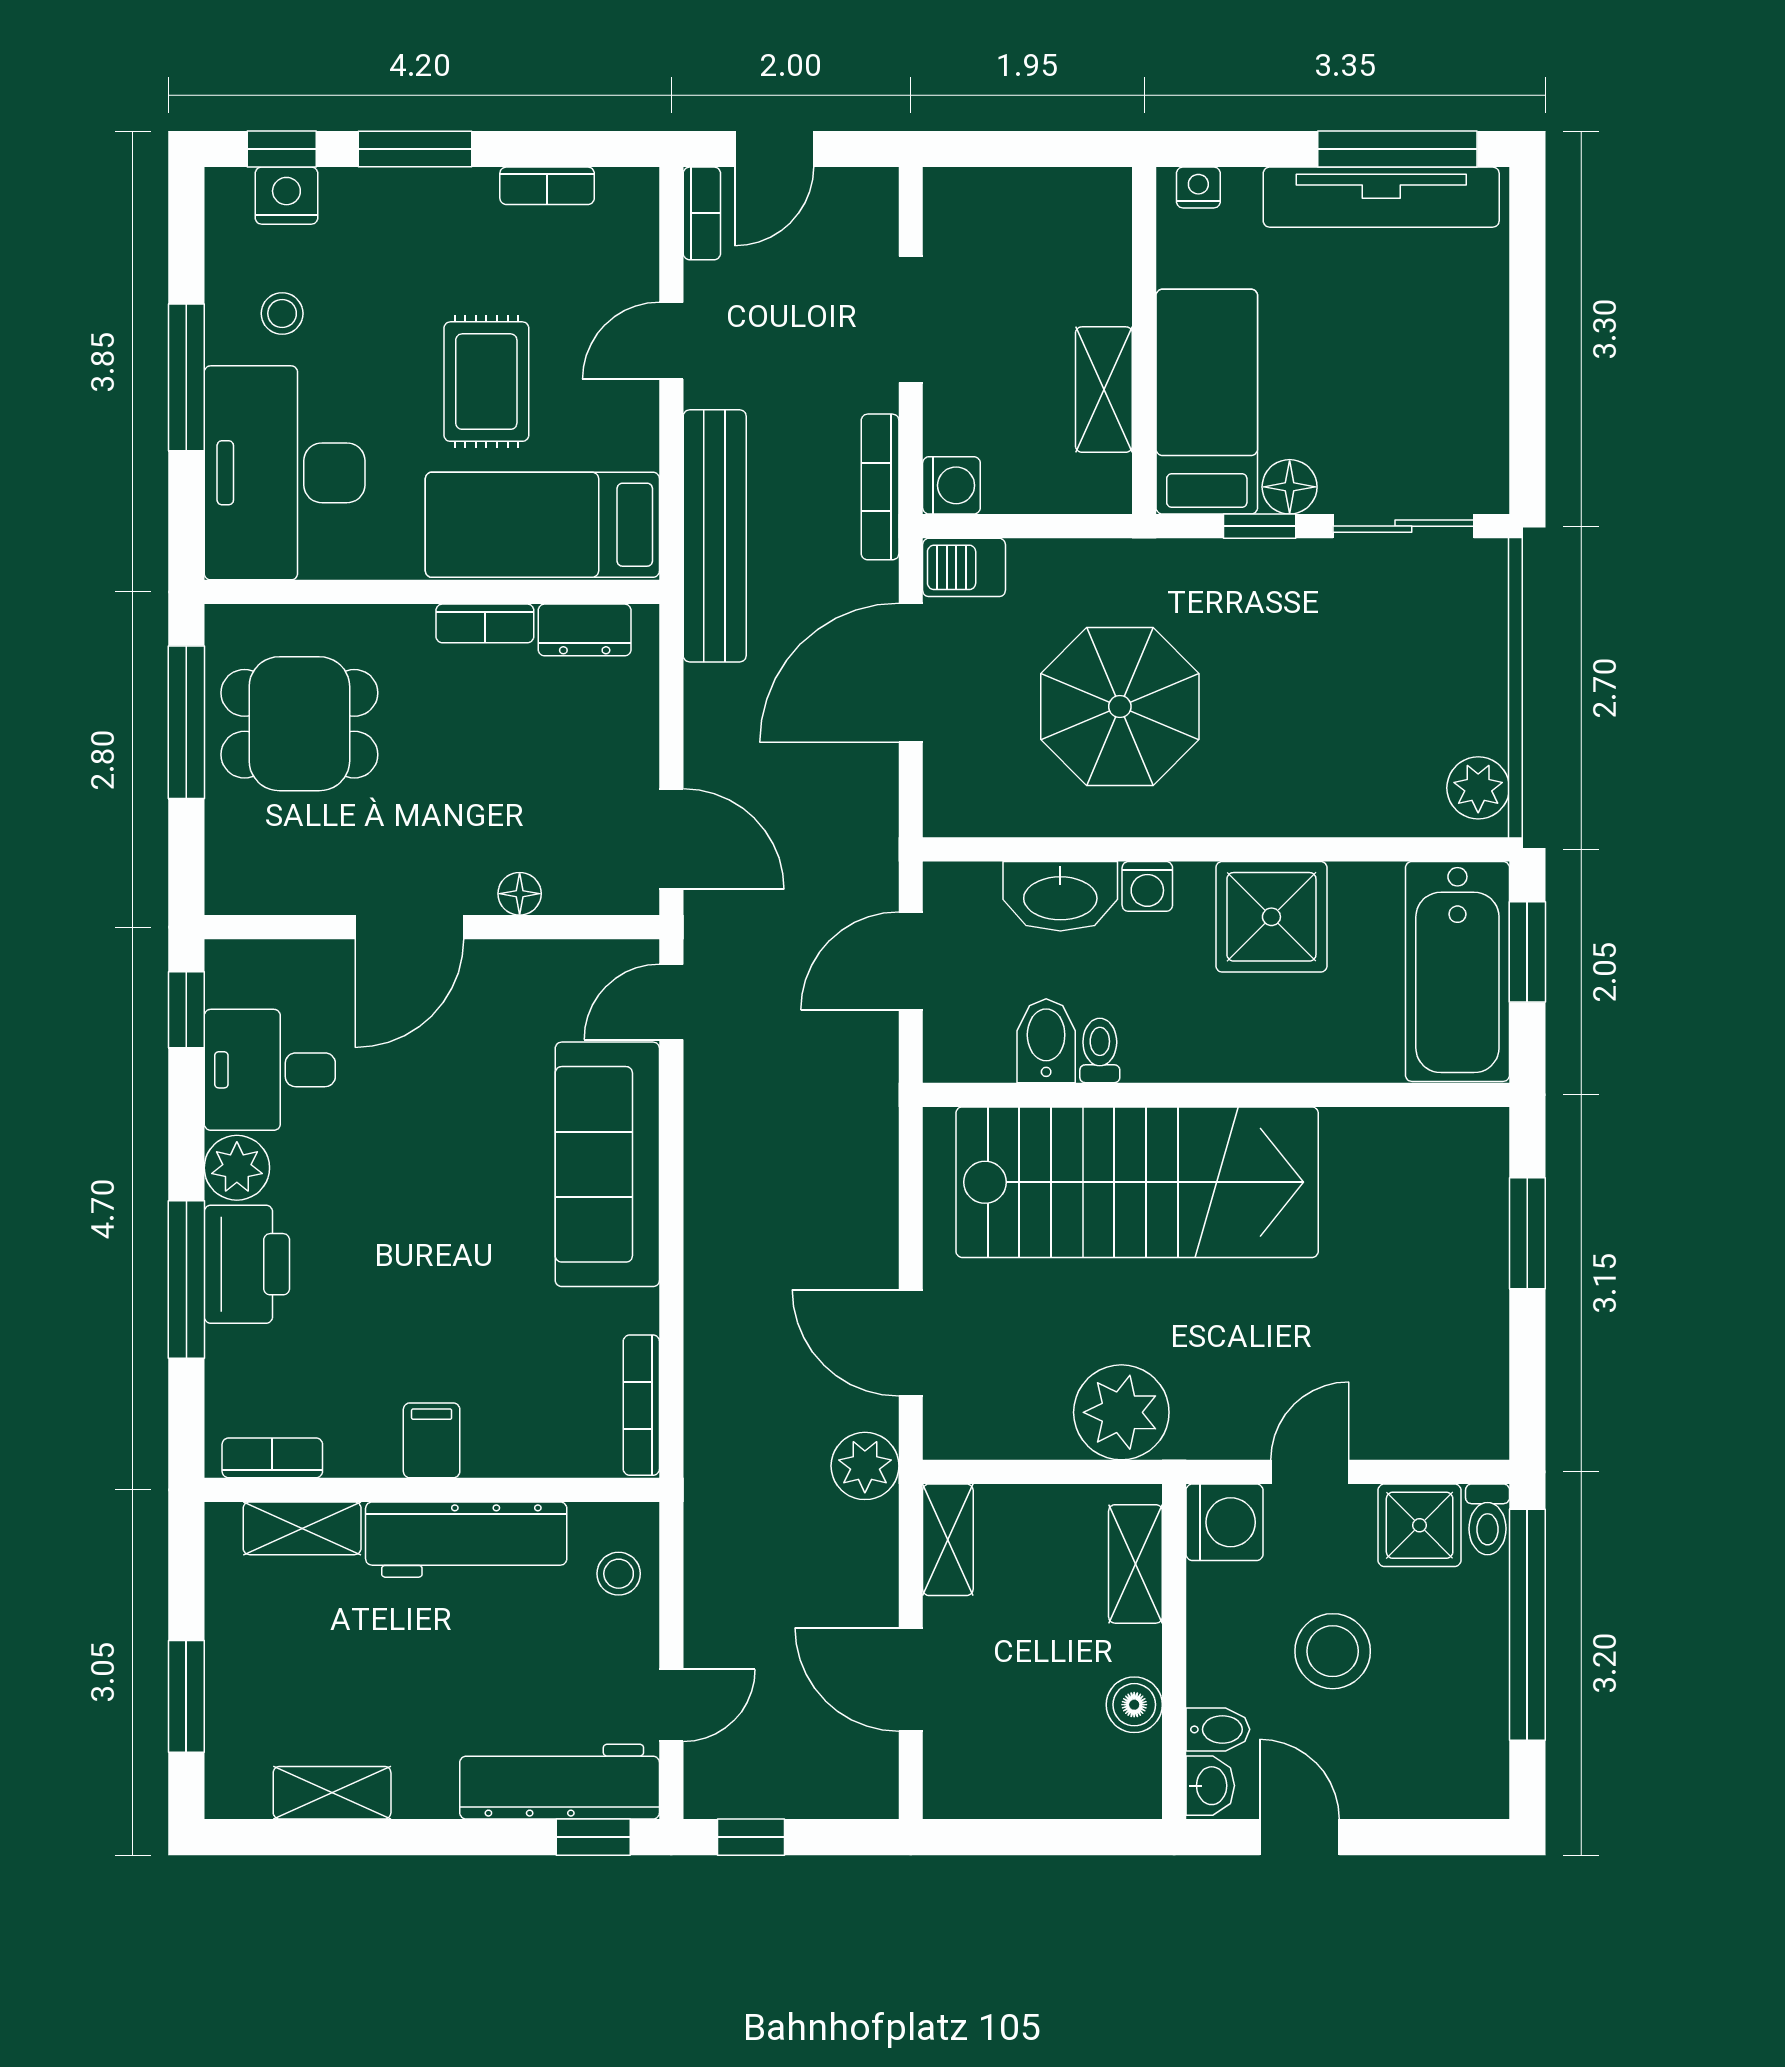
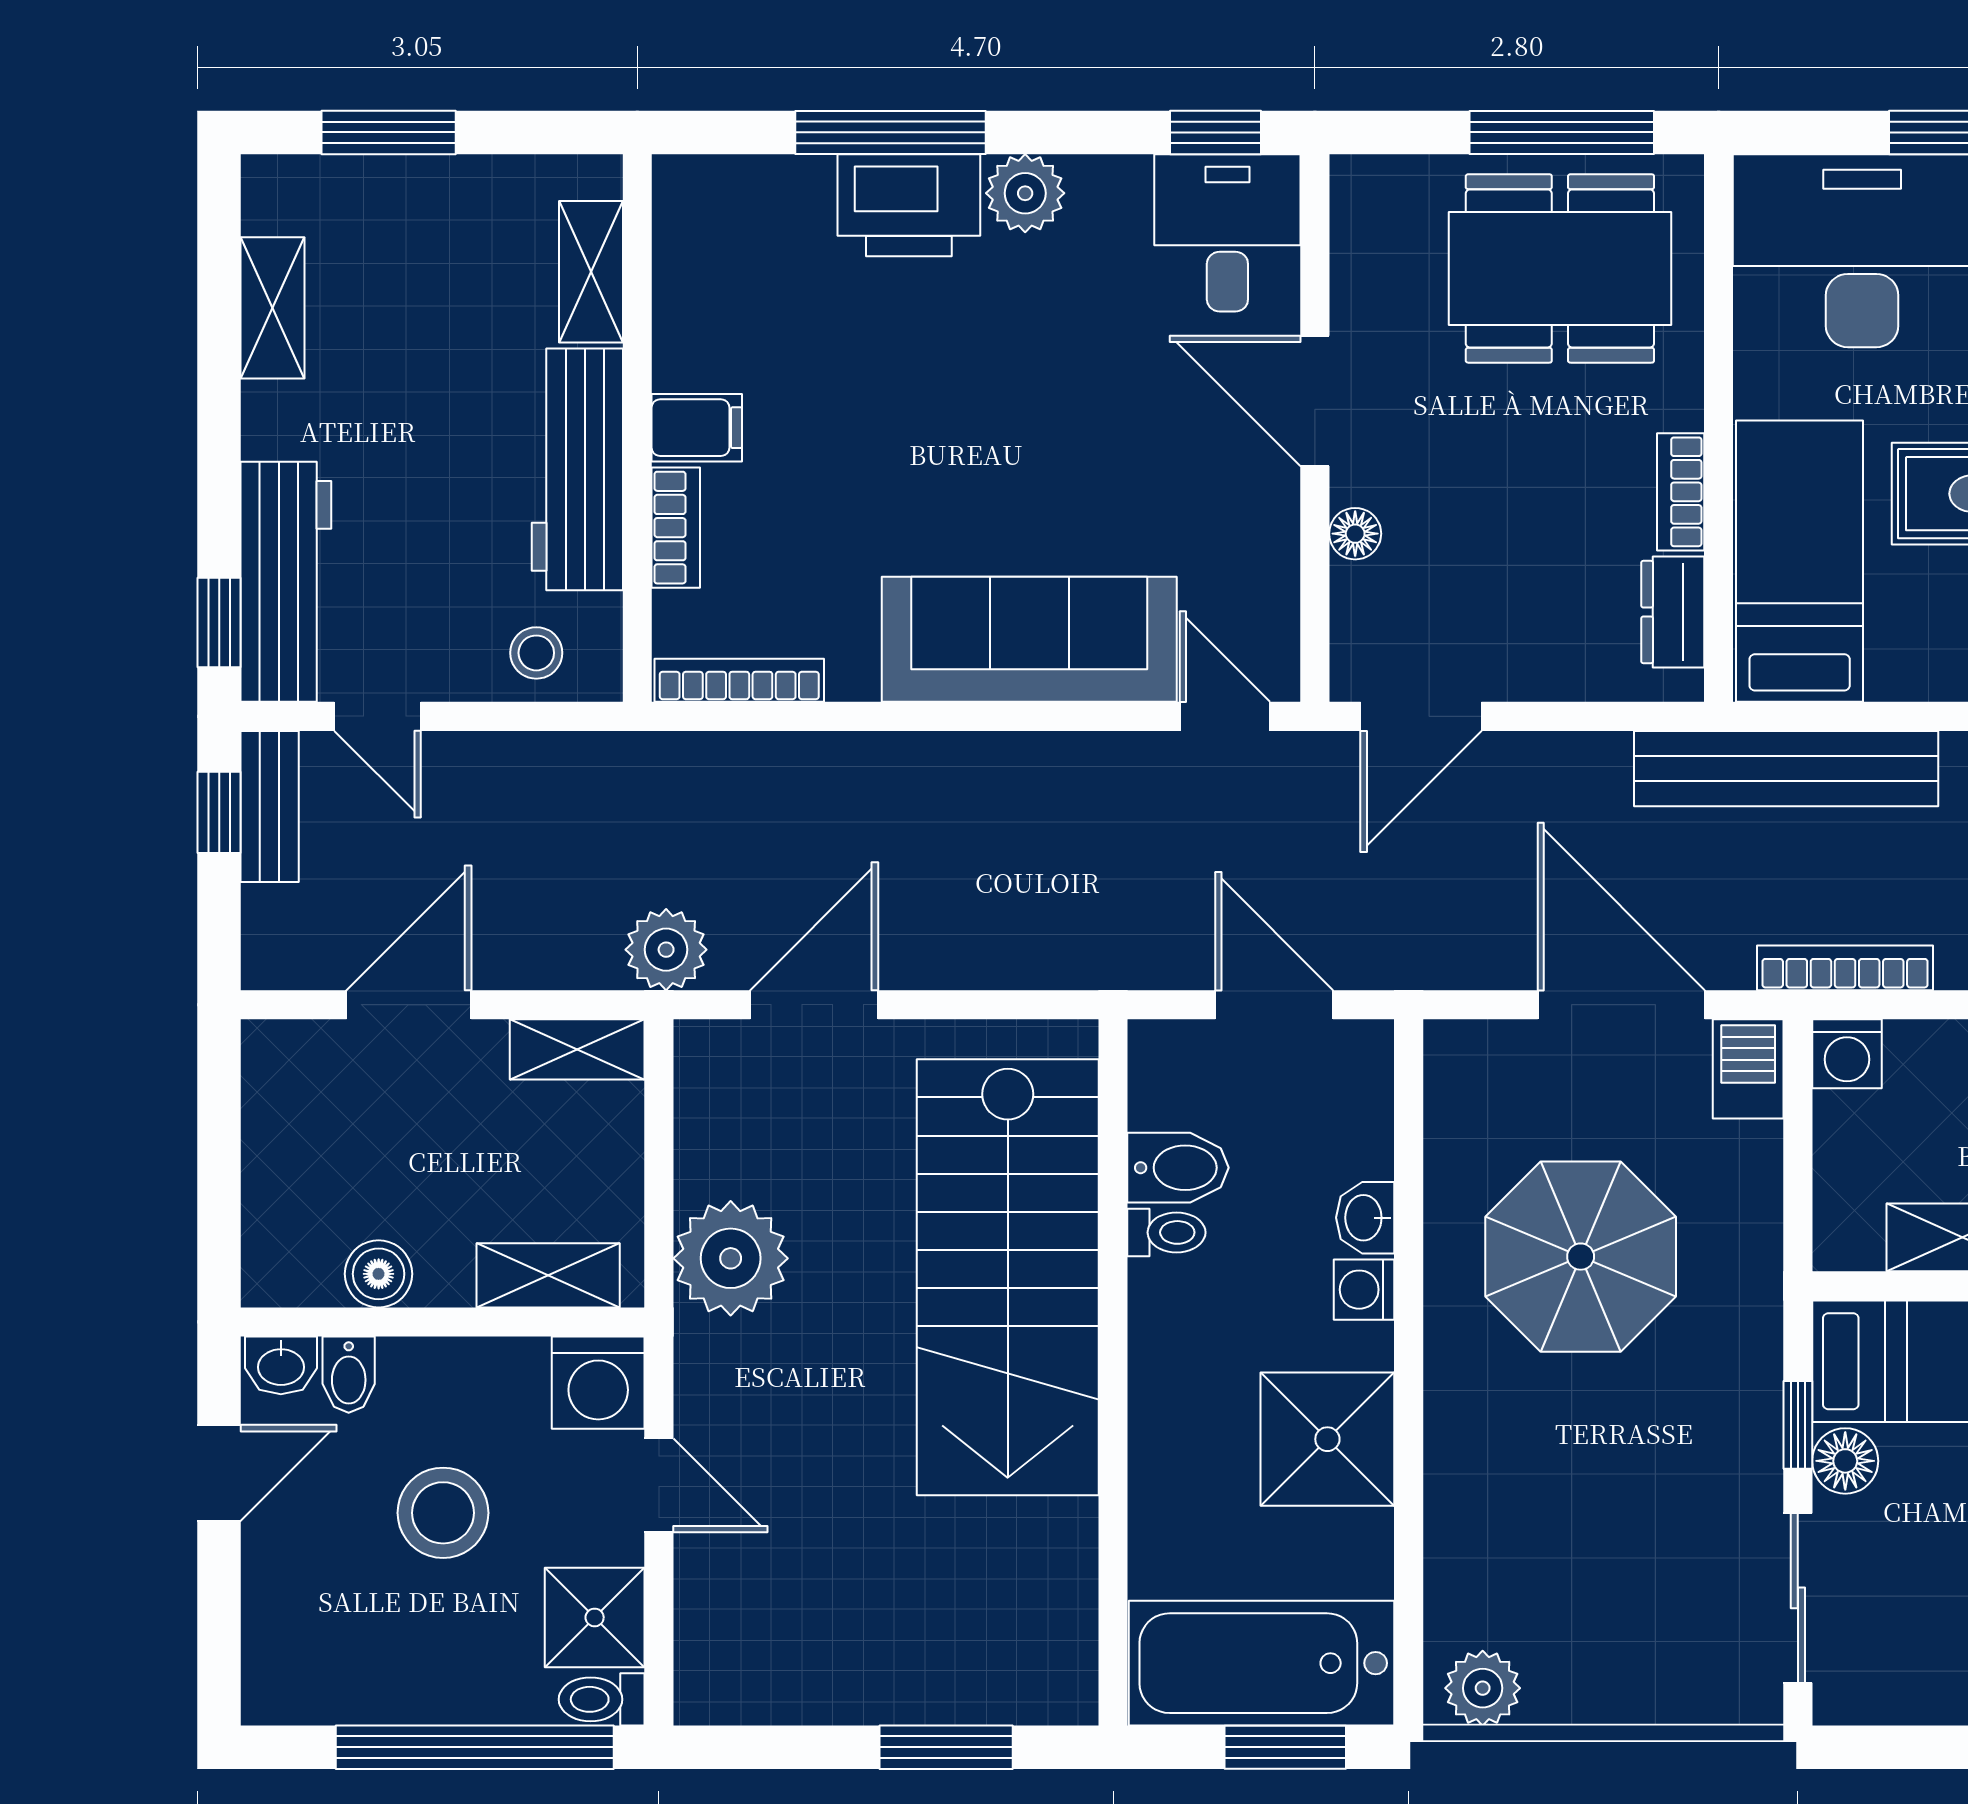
dining table: (299, 724) -> (1560, 268), width x1.37
washbasin: (1060, 896) -> (1365, 1218), width x0.52, depth x0.69
desk: (270, 1070) -> (1227, 233), moved
bookcase: (272, 1458) -> (676, 528), moved
bench: (746, 1795) -> (270, 806), added

